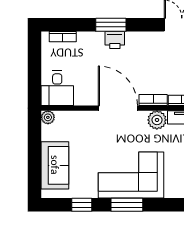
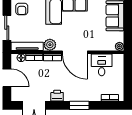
printer: (115, 40) -> (57, 96), moved
desk: (57, 88) -> (102, 65), moved

